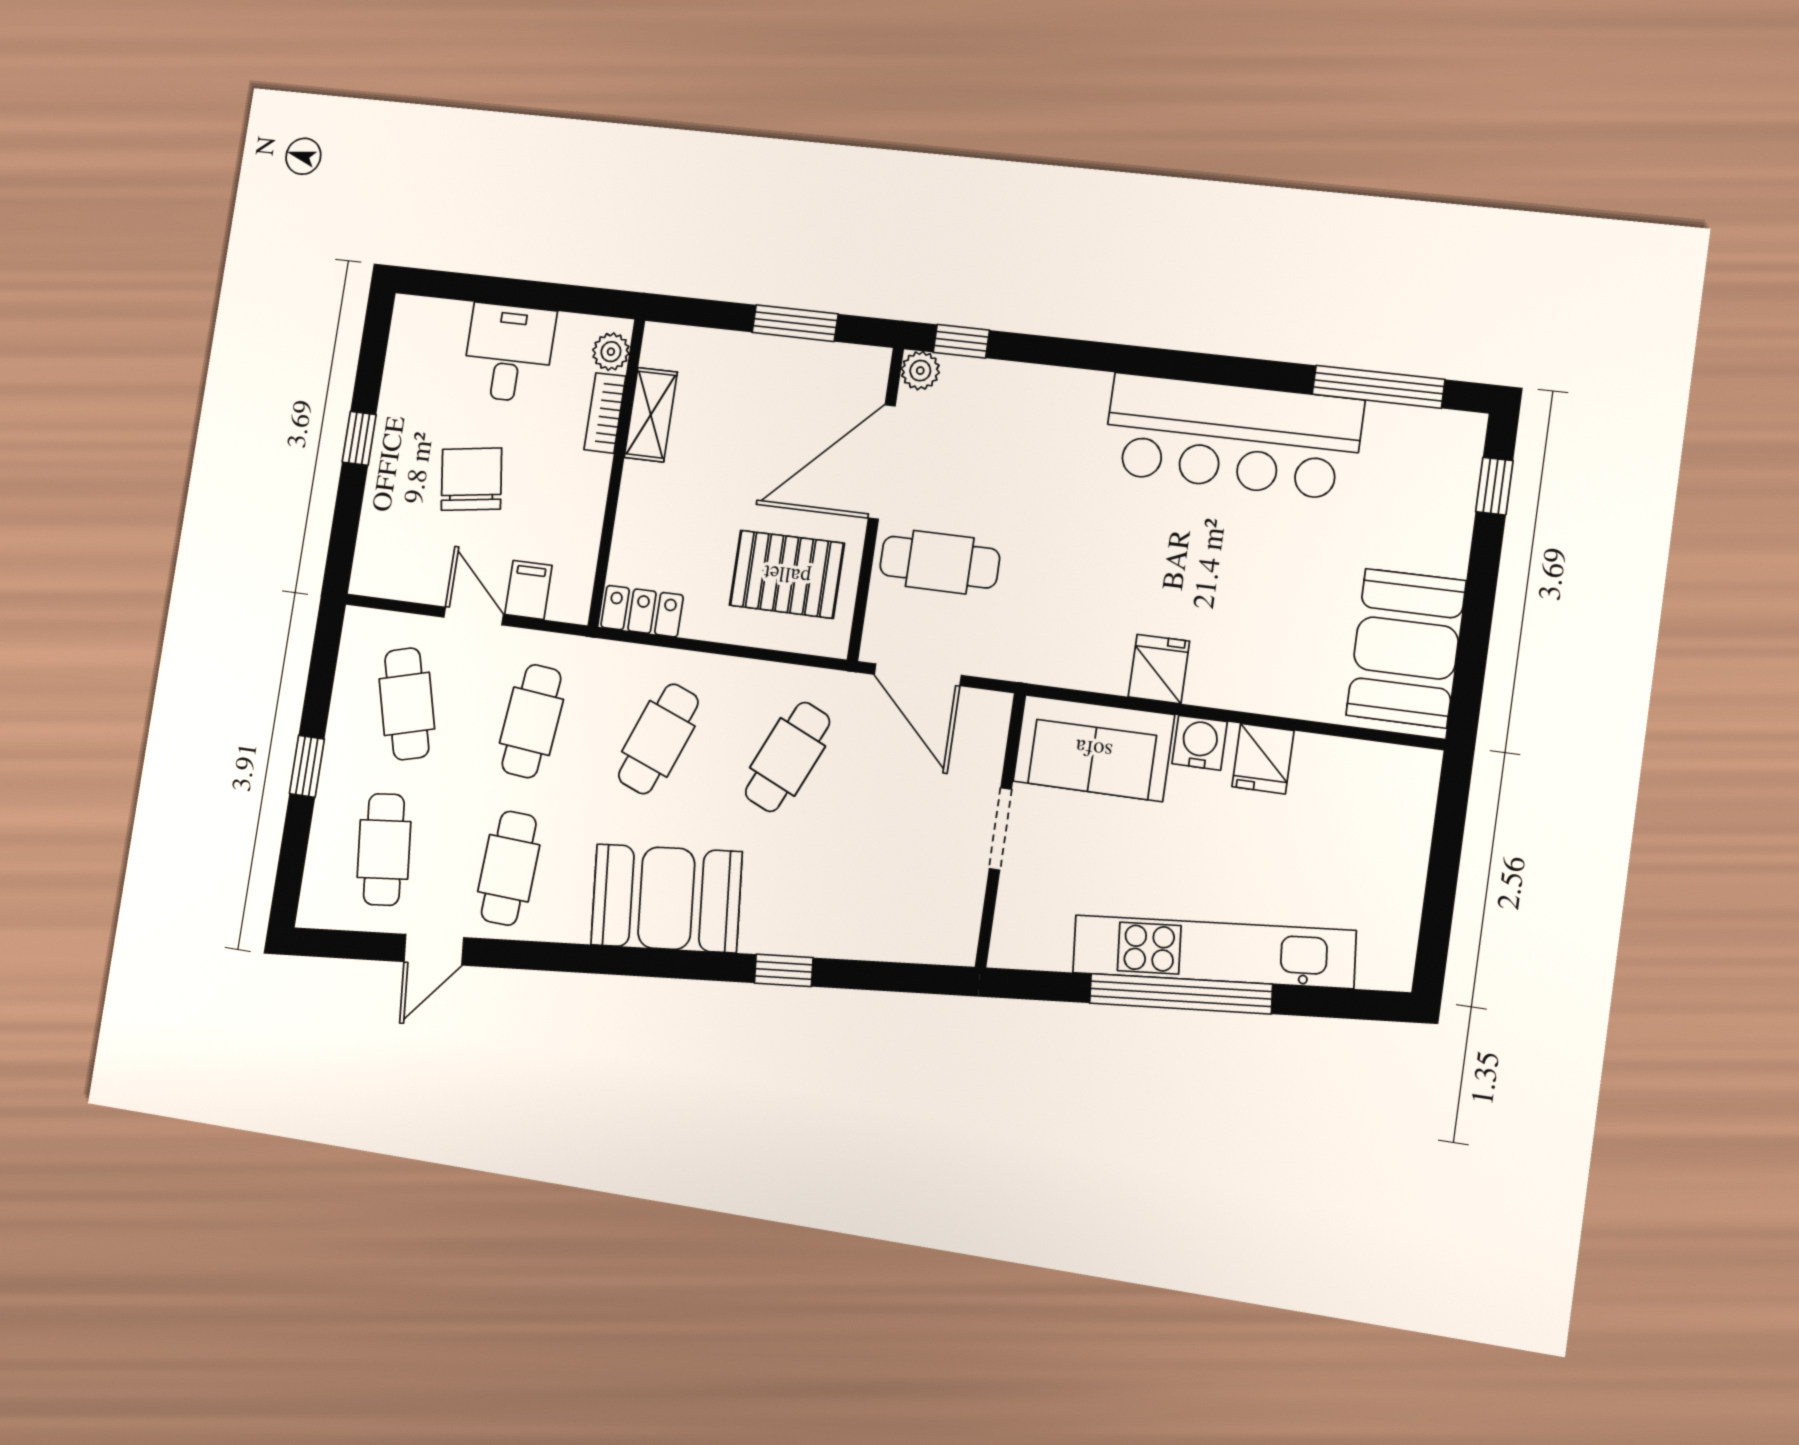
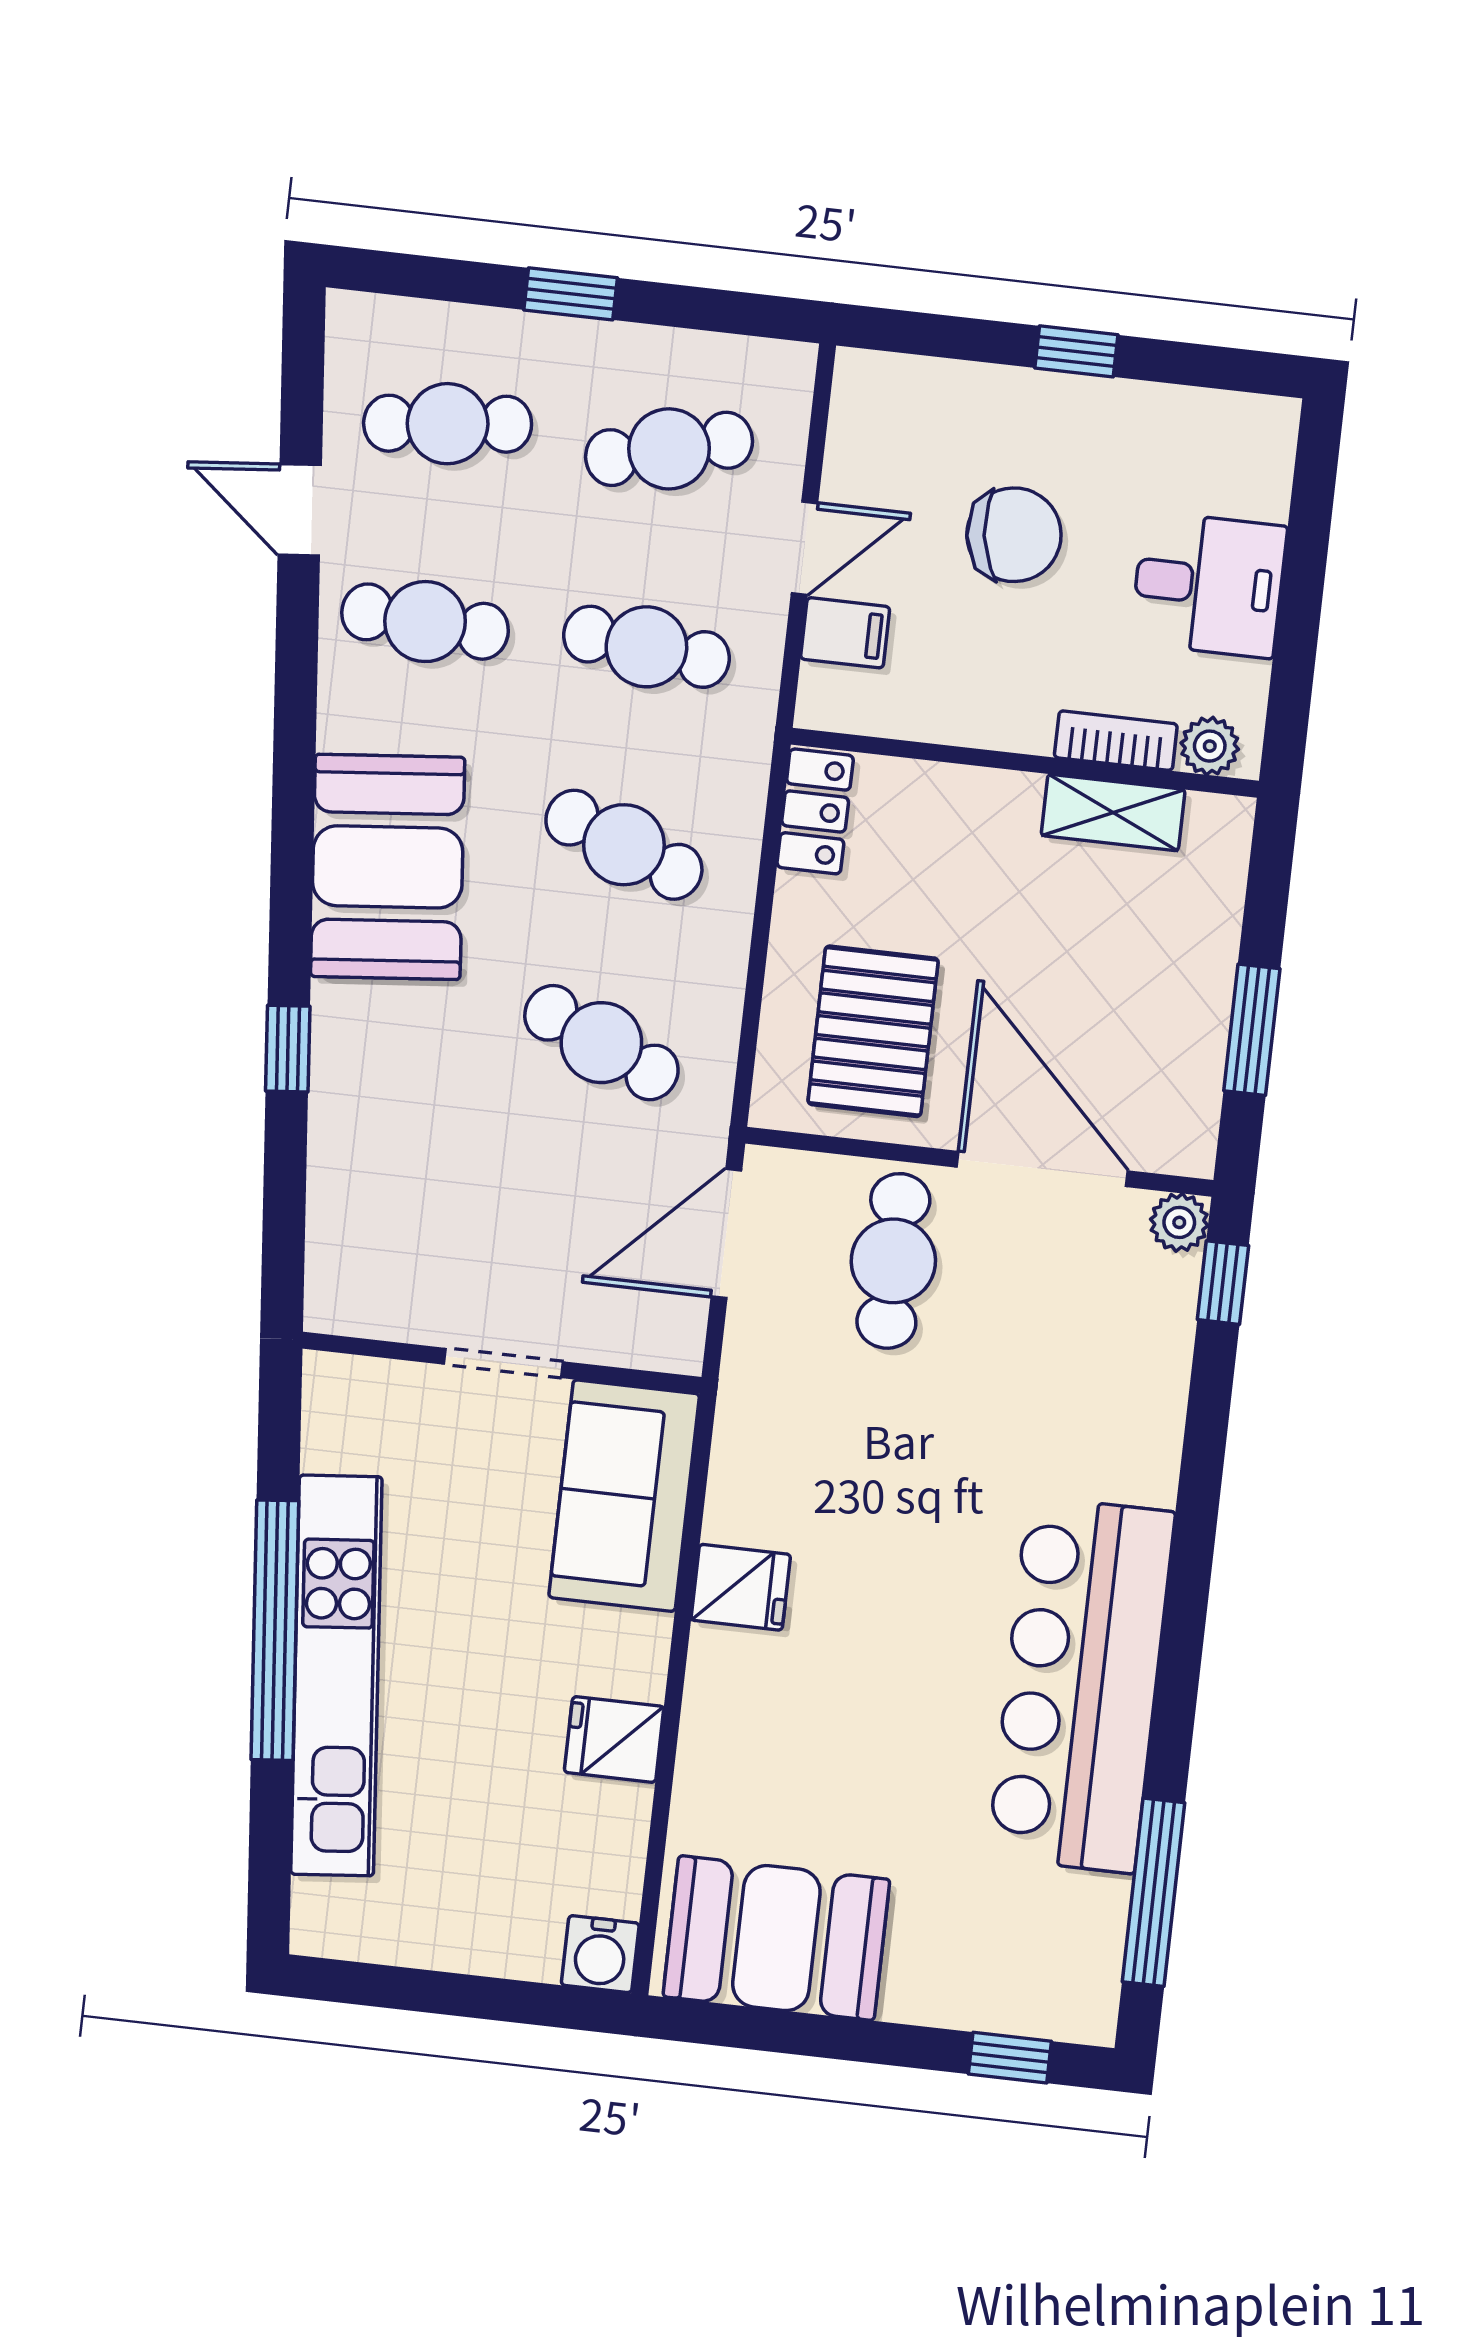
water cooler: (1200, 743) -> (600, 1954), moved, turned 90

